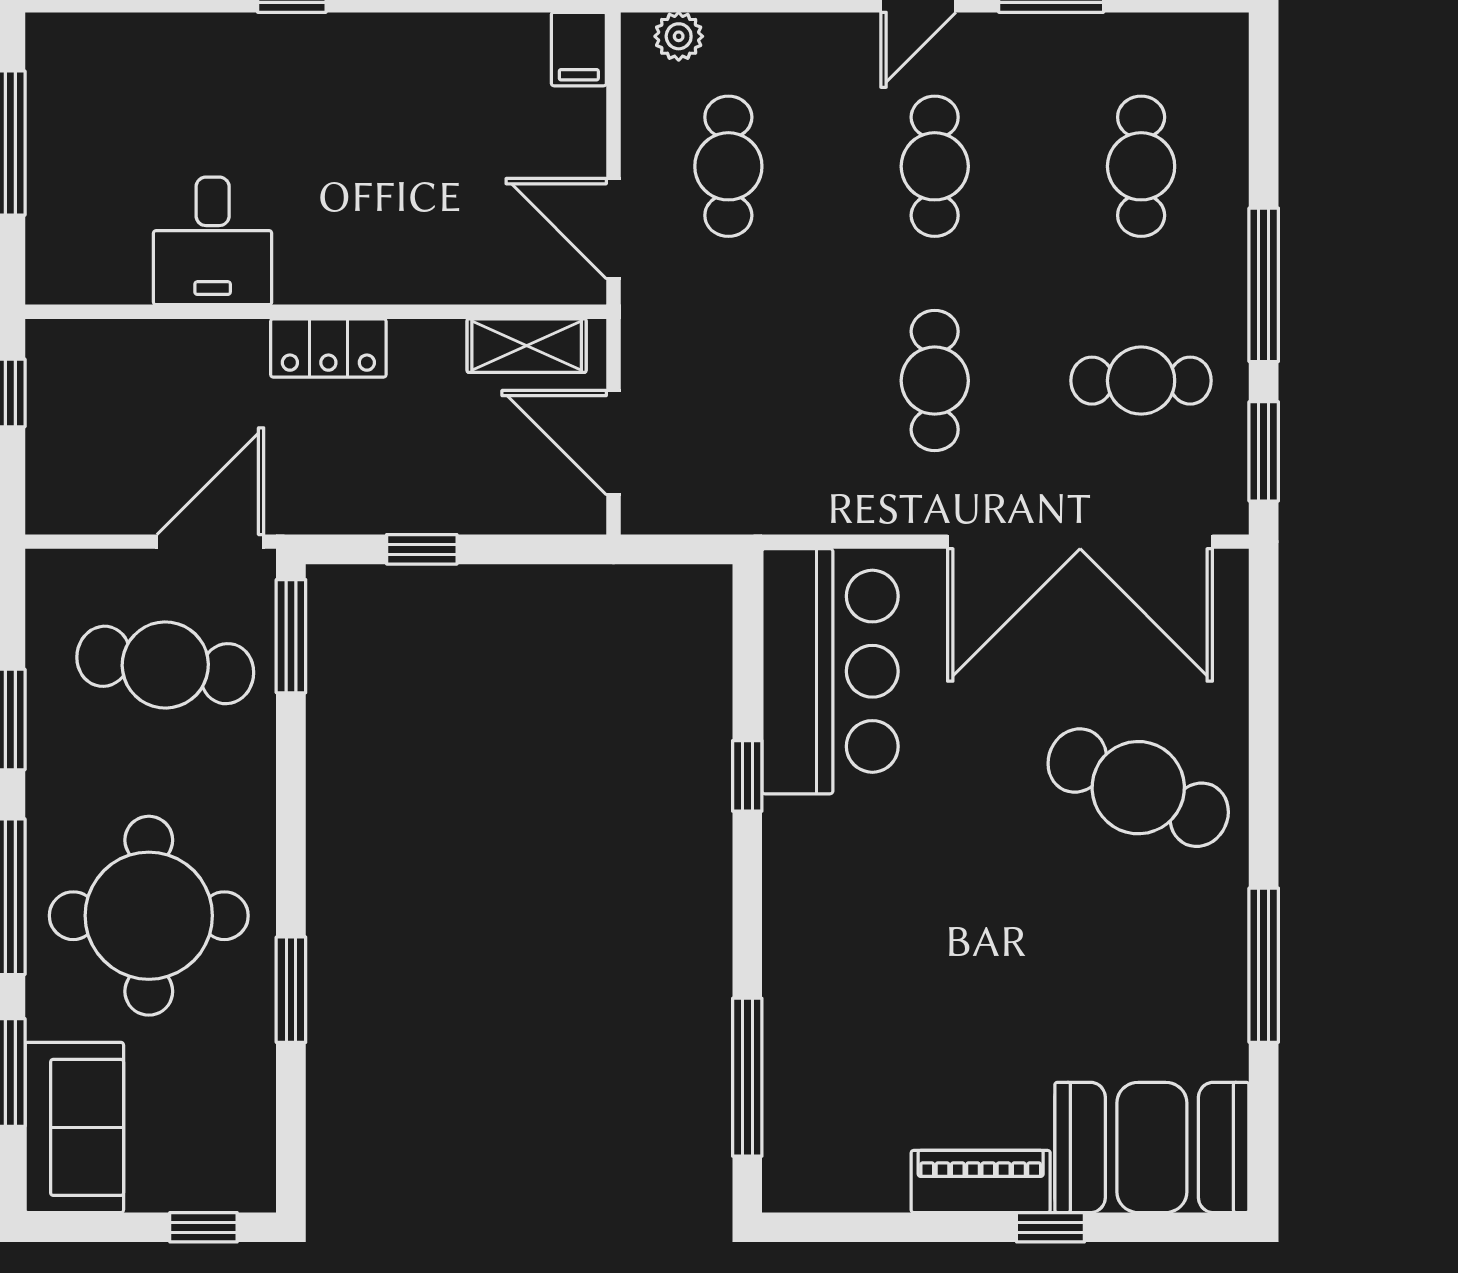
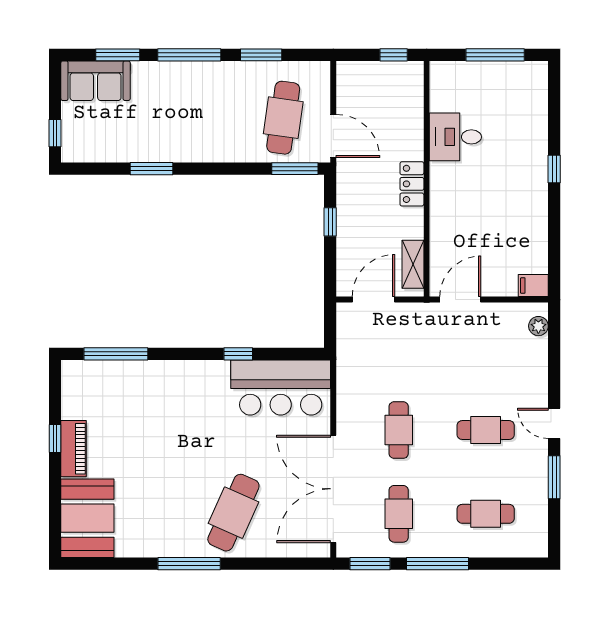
cafe table: (728, 166) -> (486, 346), removed
cafe table: (935, 381) -> (399, 430), turned 90
round table: (149, 916) -> (181, 111), removed
window: (1264, 965) -> (189, 564), moved
window: (1050, 1227) -> (55, 438), moved

